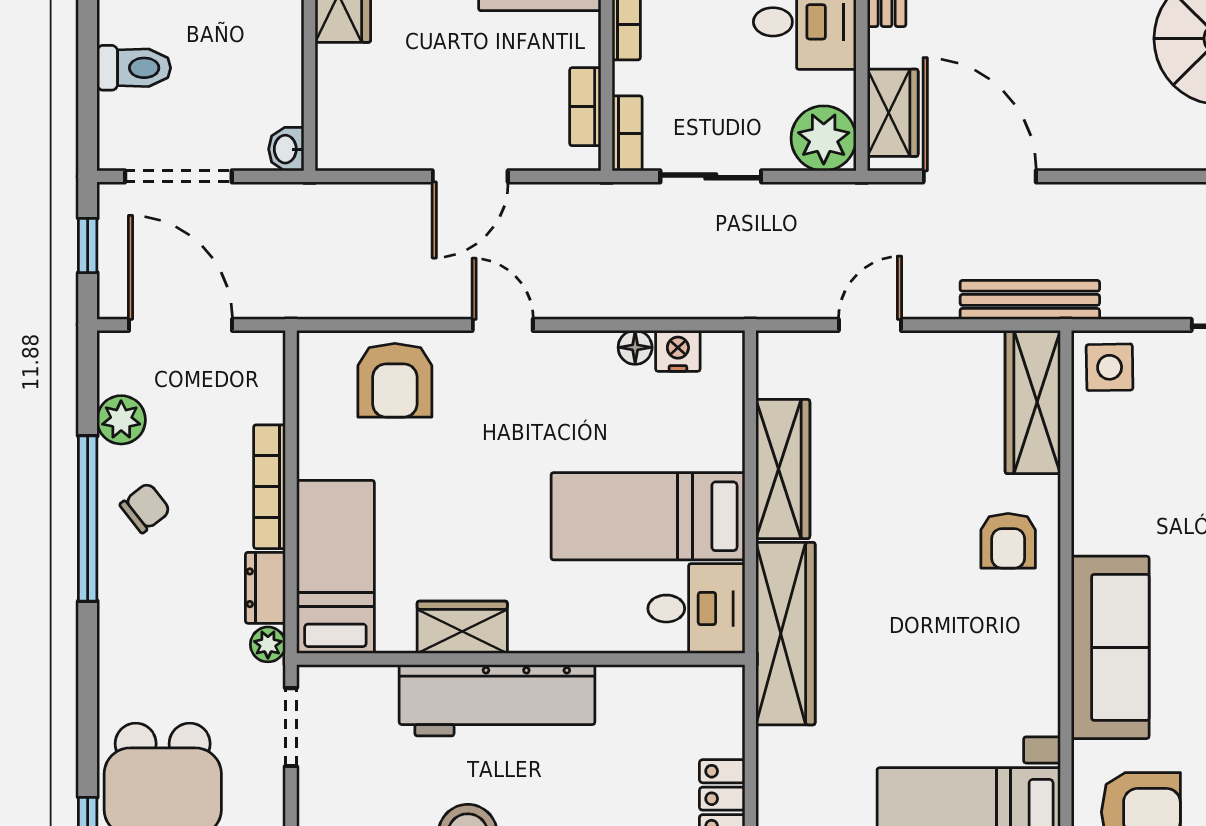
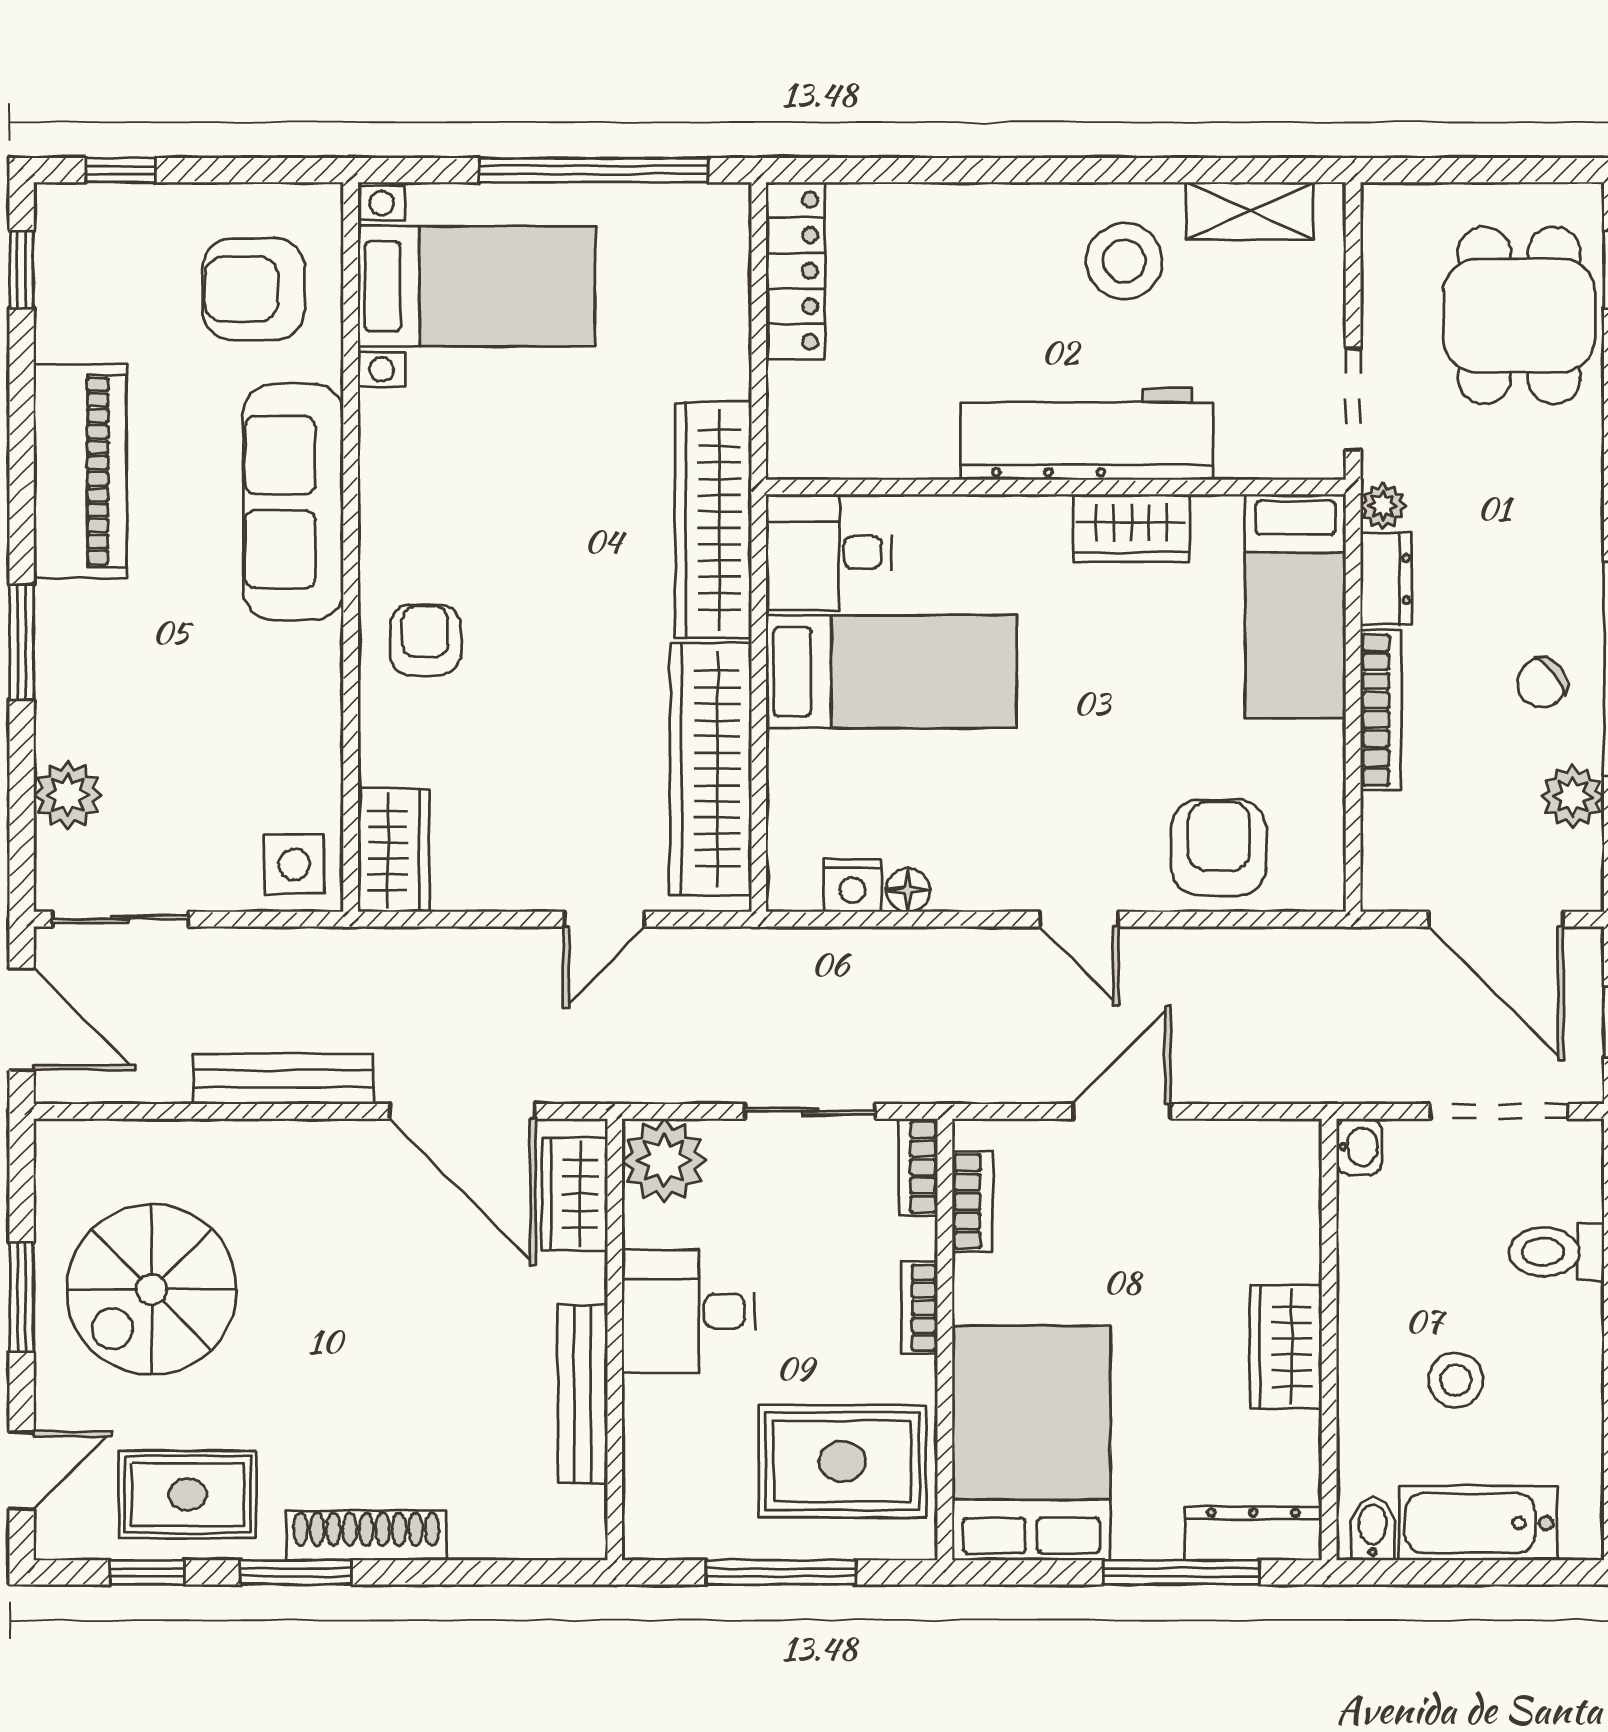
bench: (1030, 300) -> (283, 1079), moved
wardrobe: (1033, 402) -> (394, 850), width x0.67
wardrobe: (783, 469) -> (711, 769), width x1.40, depth x1.17

